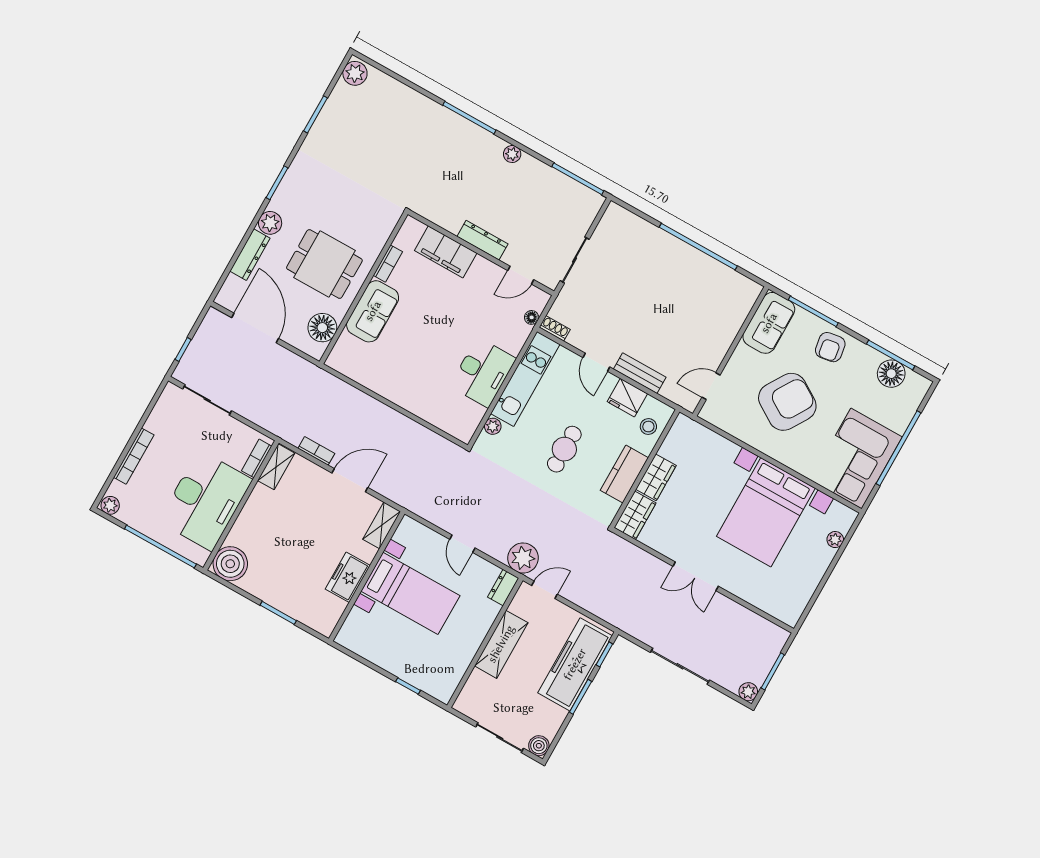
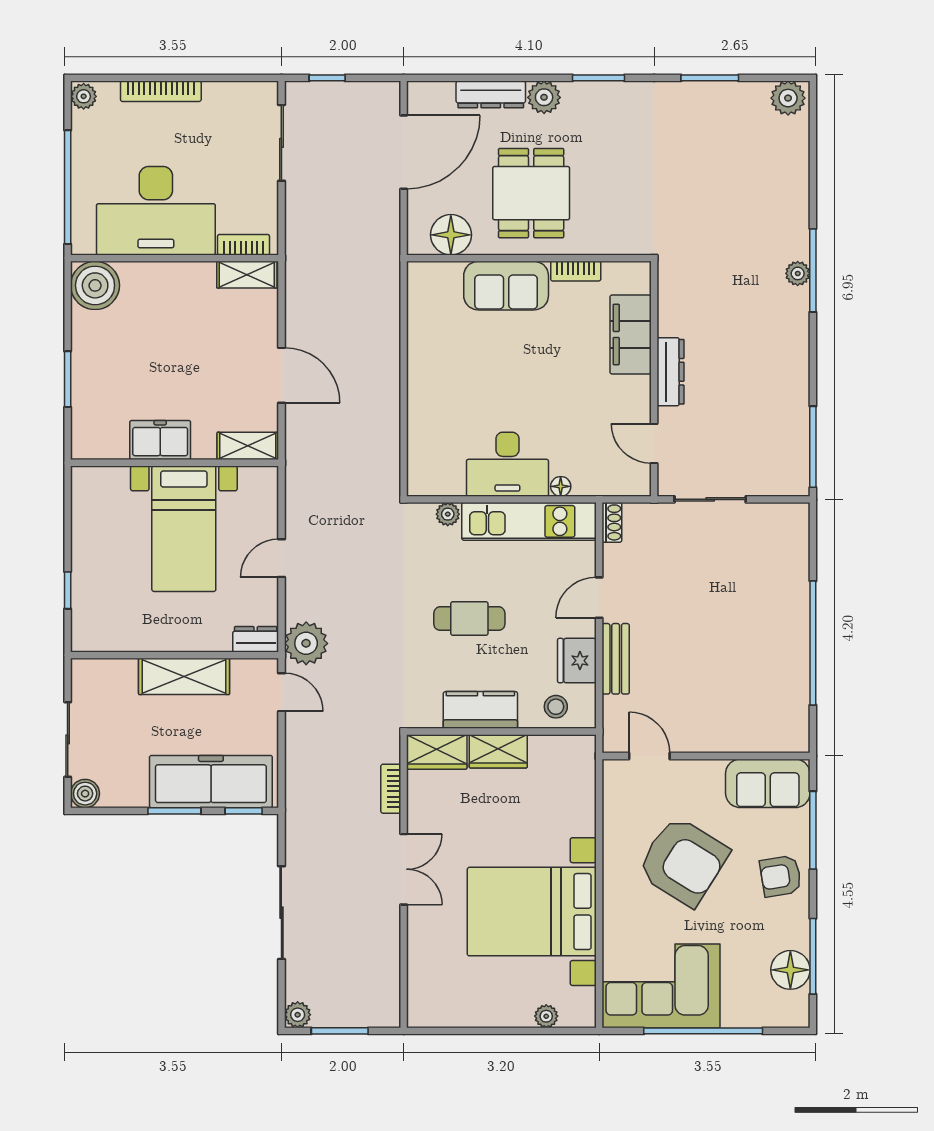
plant: (512, 154) -> (798, 273), moved
floor lamp: (532, 317) -> (561, 486), moved
bookcase: (316, 451) -> (391, 789), moved, turned 180
double door: (696, 576) -> (404, 869), swing flipped

